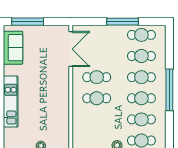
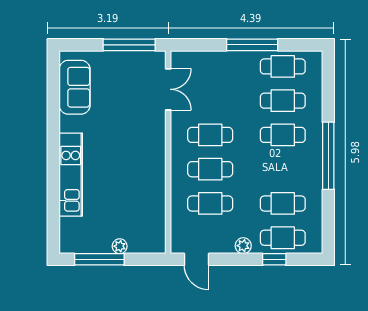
window: (28, 22) -> (129, 45), moved
double door: (71, 49) -> (168, 89), width x0.73
cafe table: (141, 98) -> (210, 203), moved

